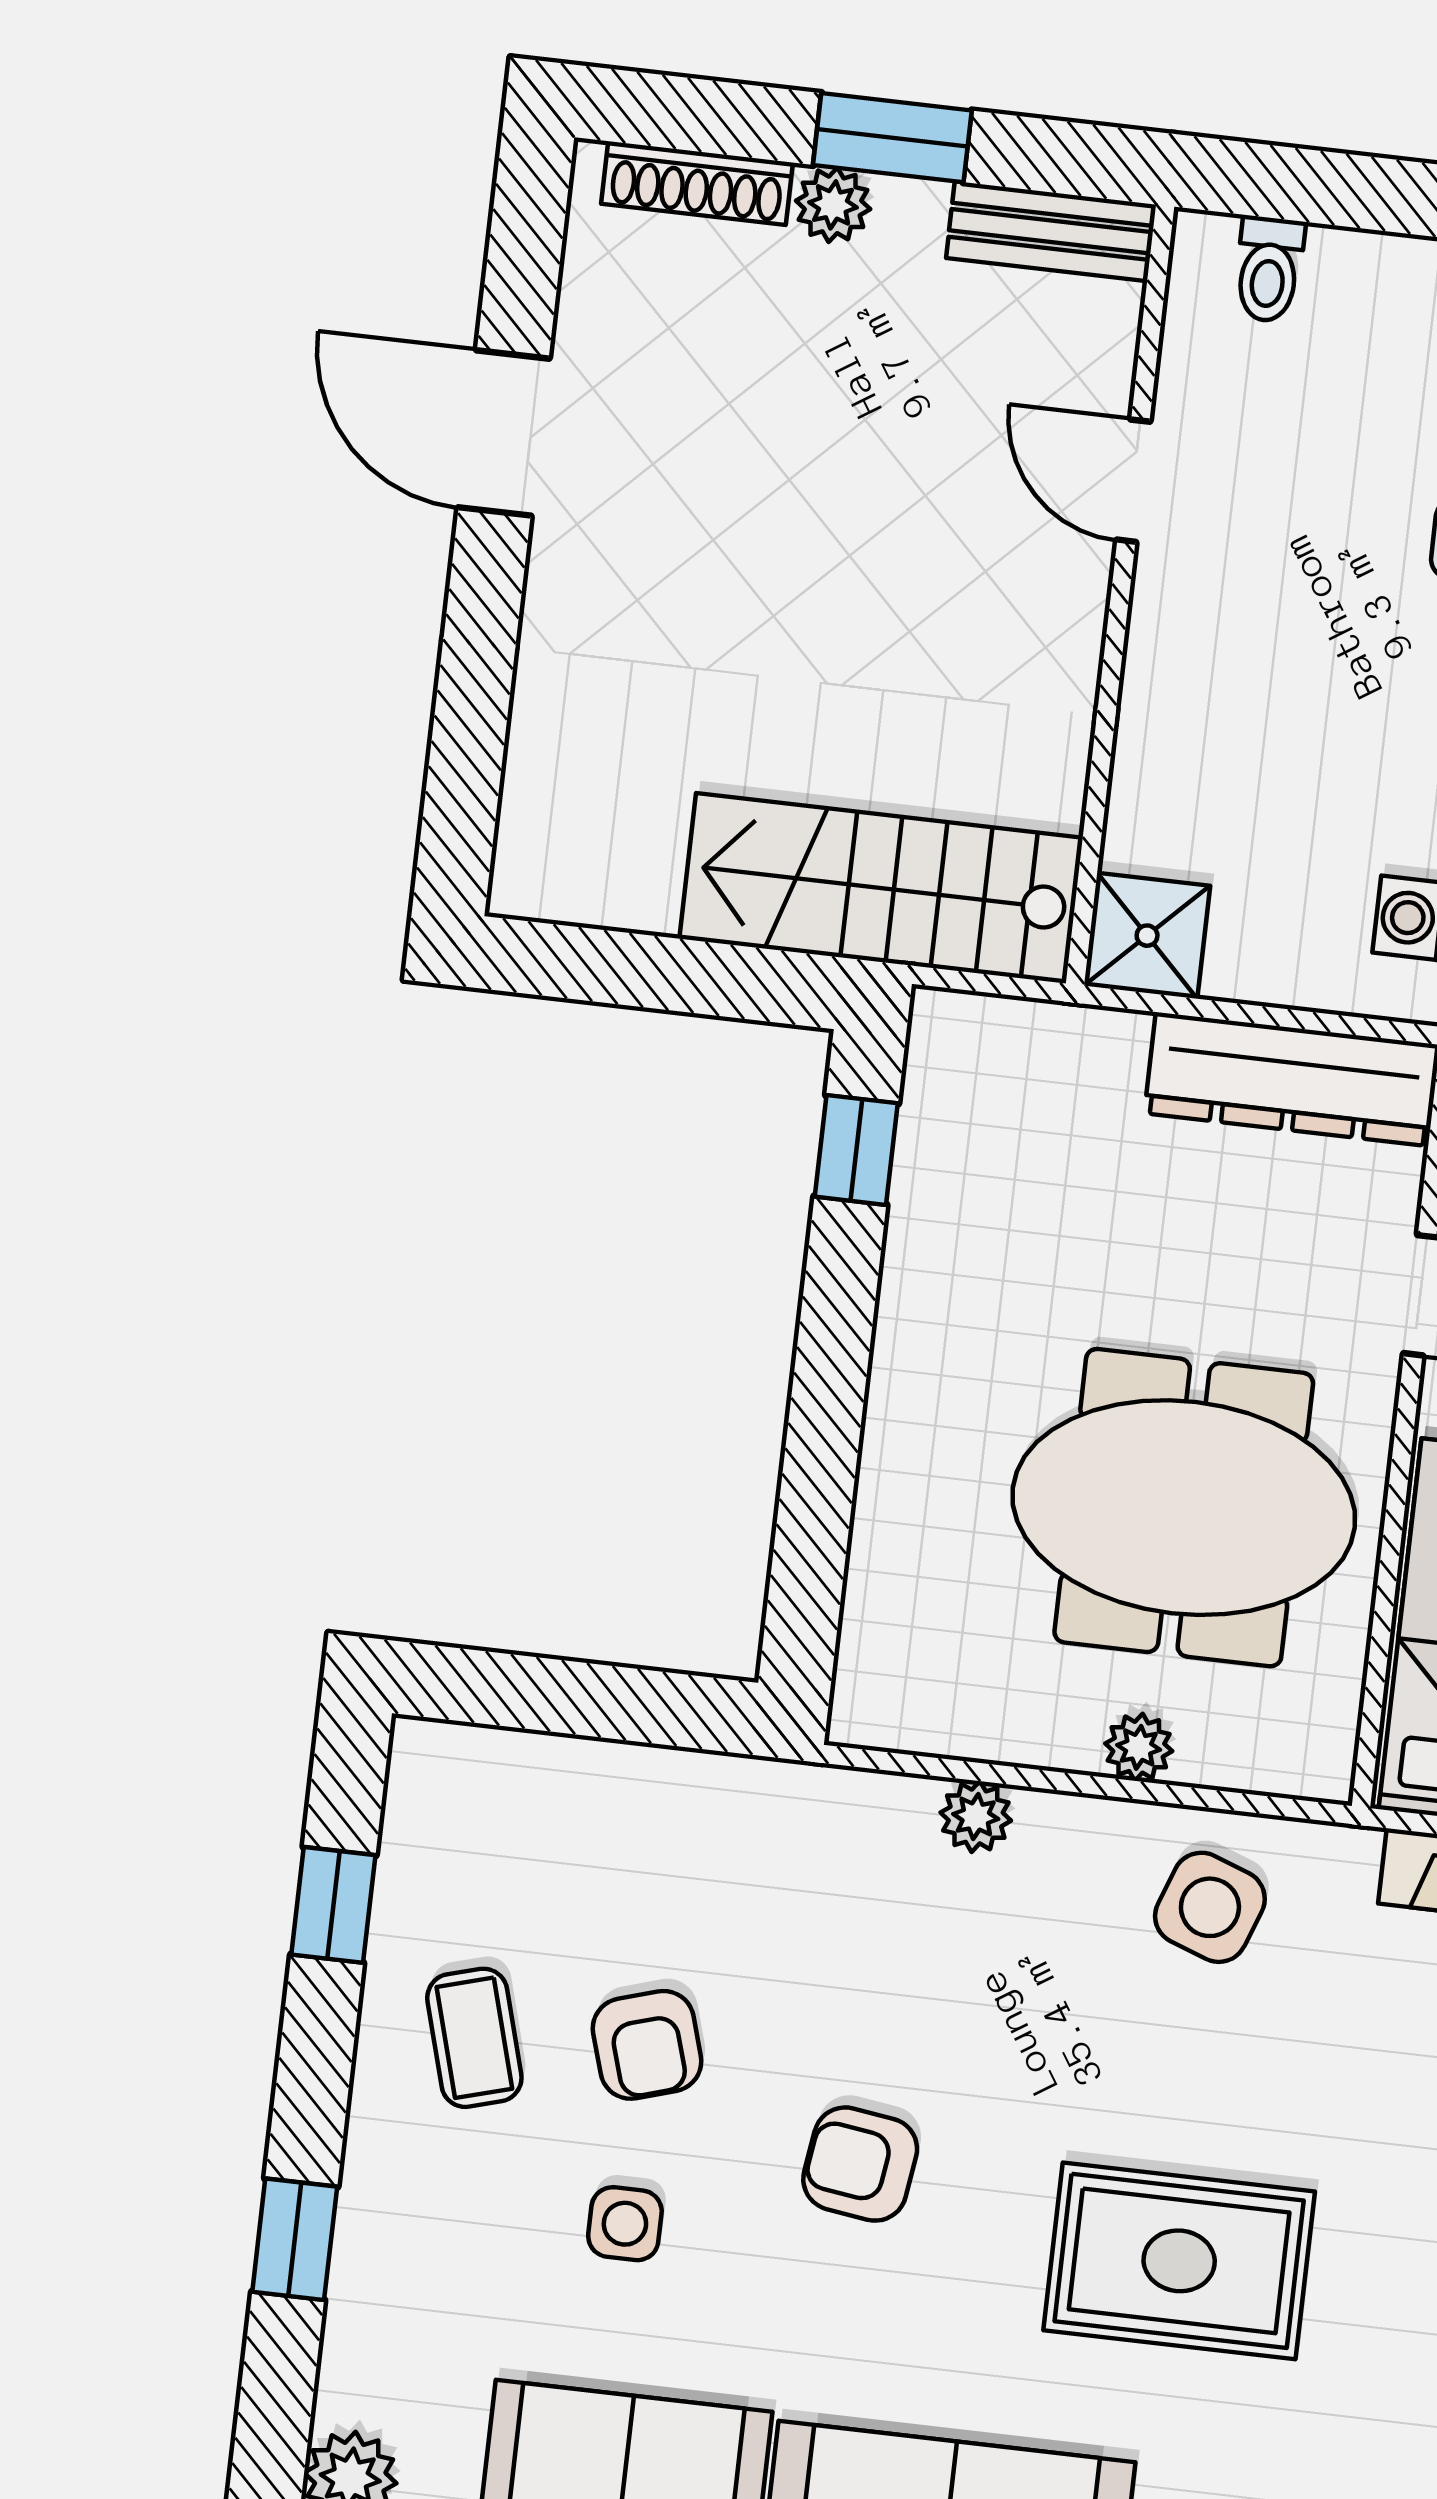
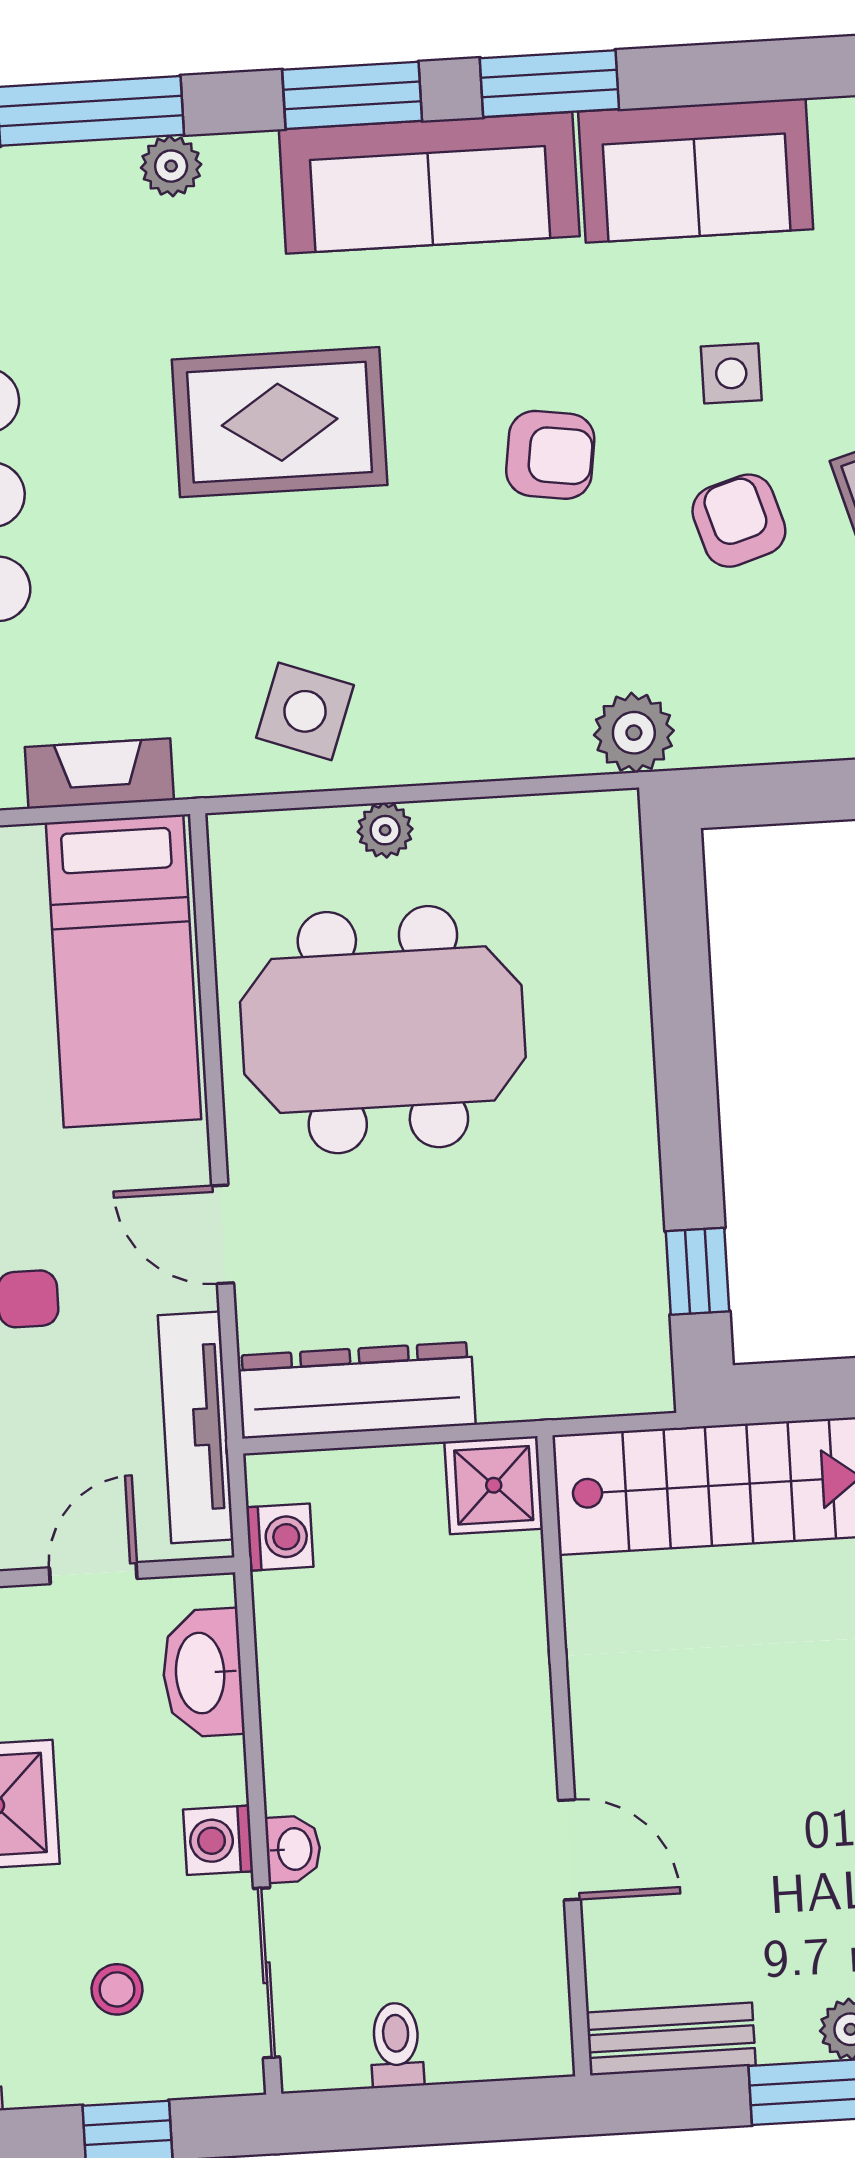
toilet: (1269, 269) -> (396, 2045), moved
plant: (976, 1817) -> (634, 733), moved, width x1.38, depth x1.38

